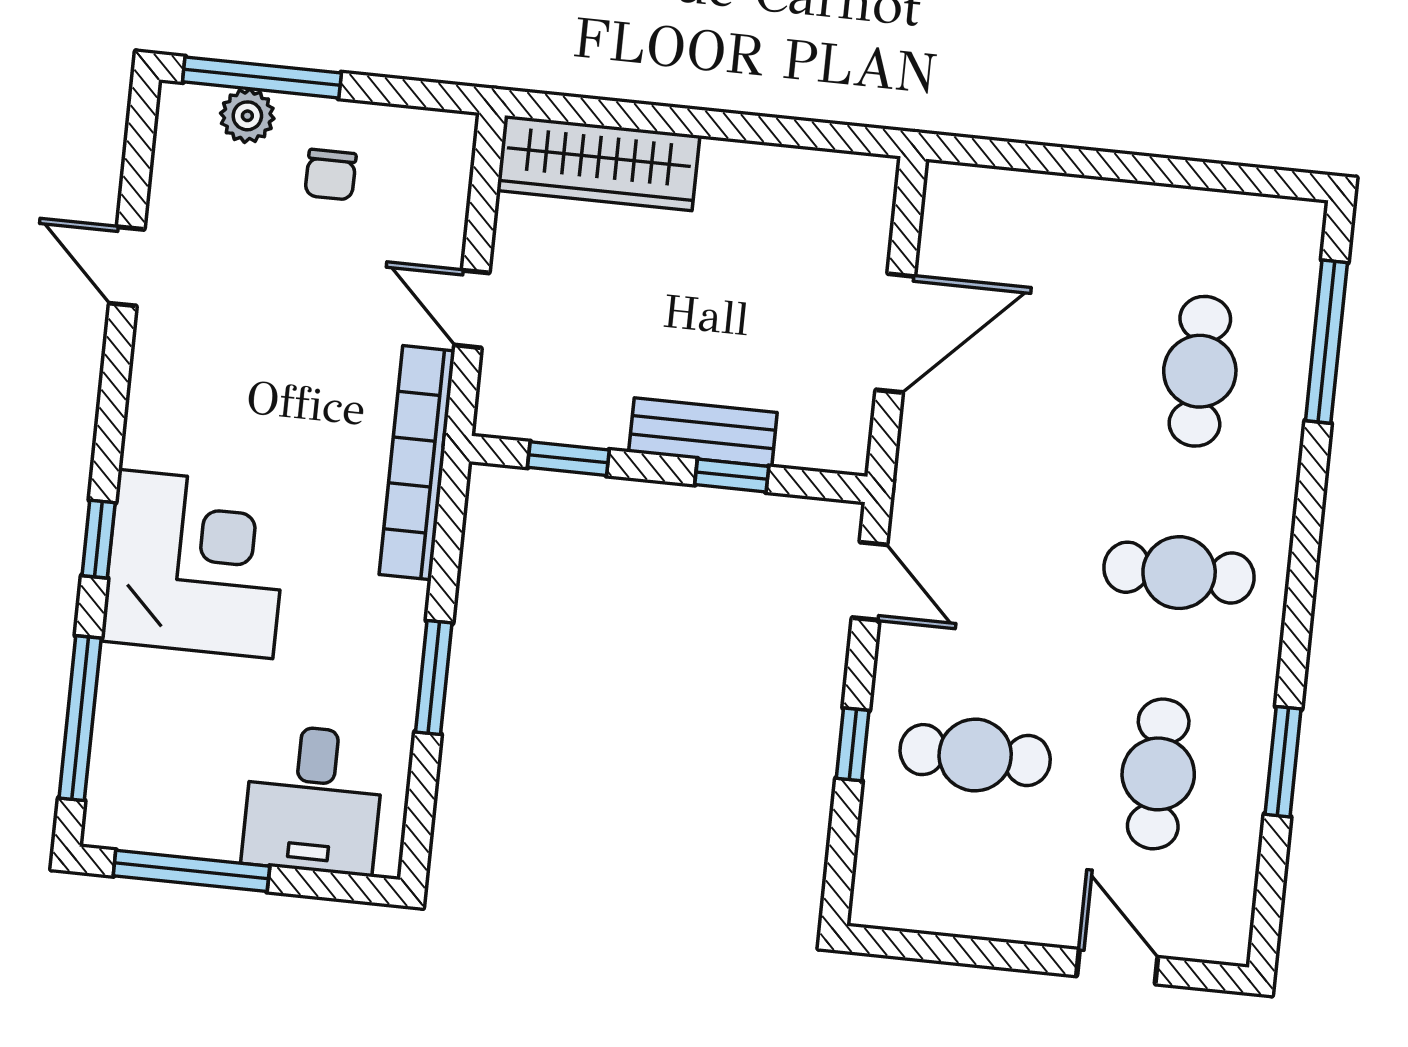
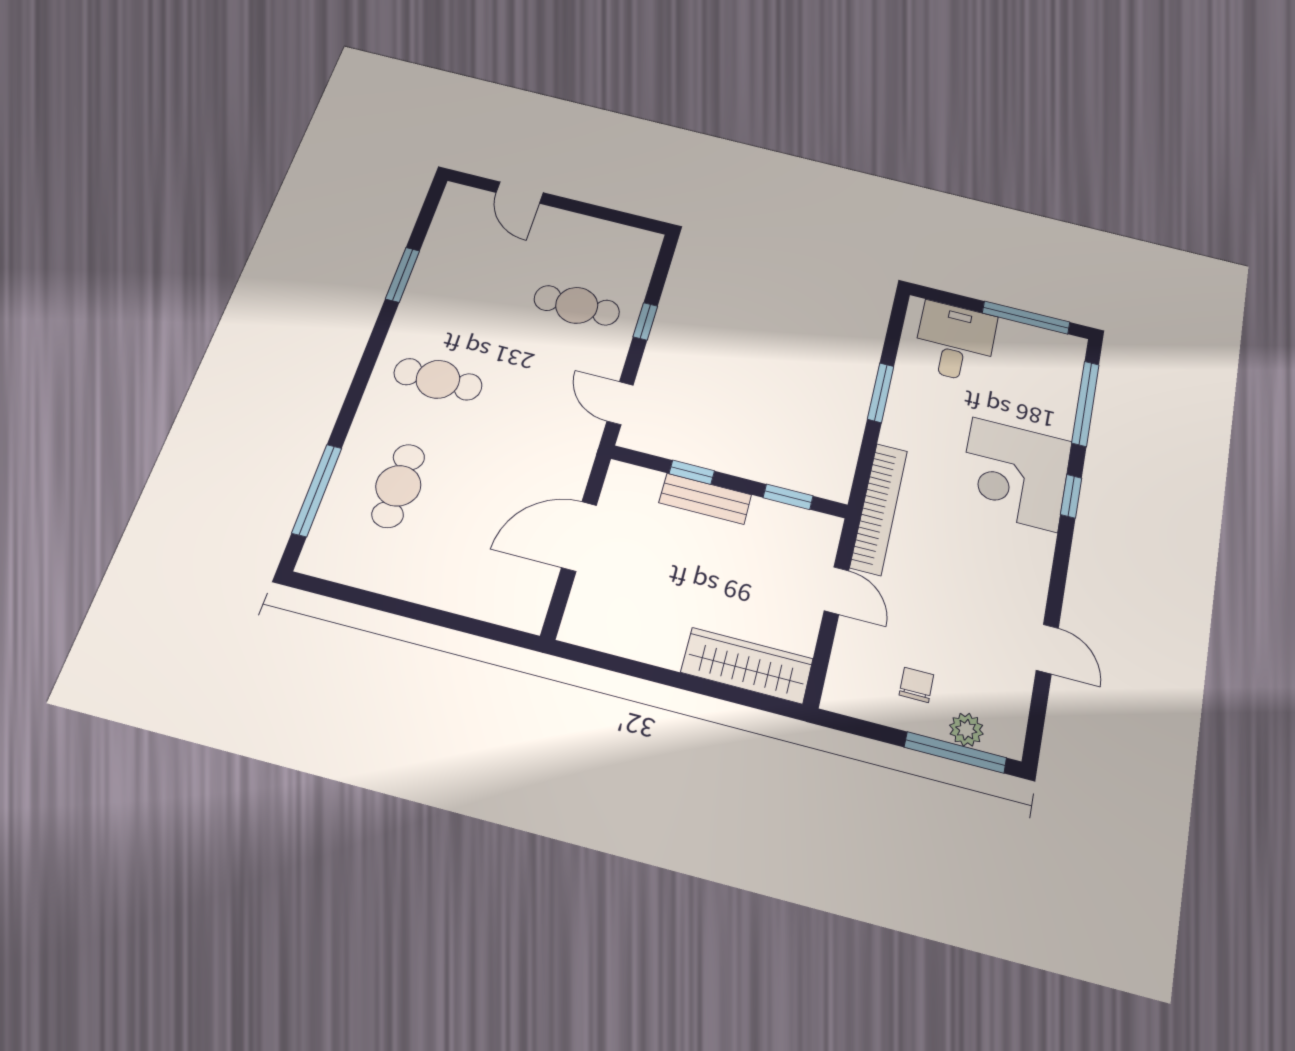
cafe table: (1158, 774) -> (475, 280), removed

